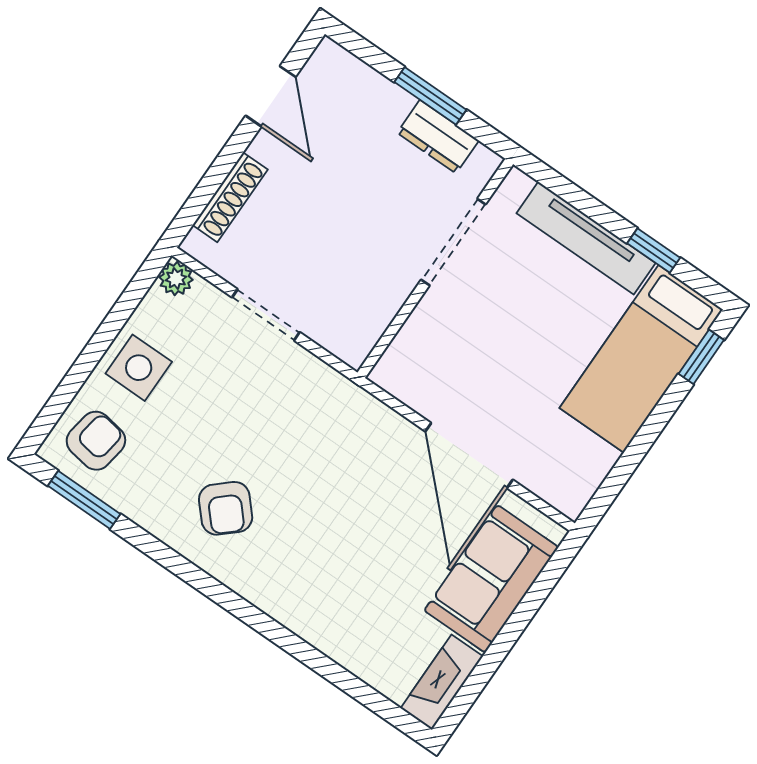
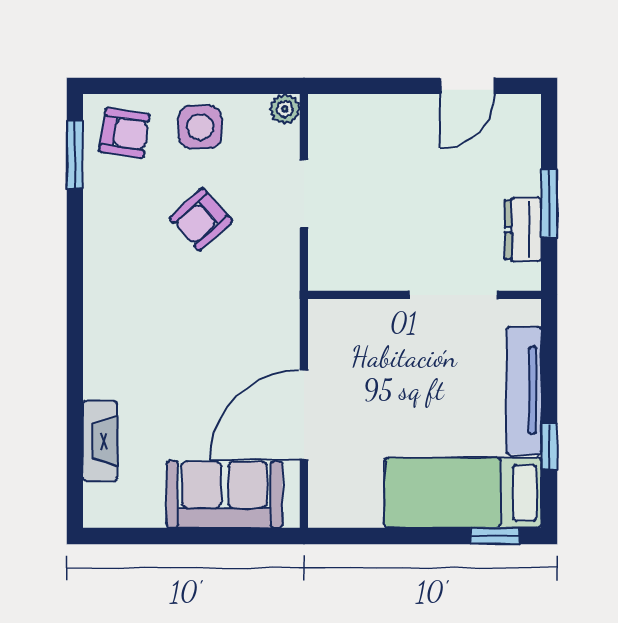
shoe rack: (230, 197) -> (372, 107), removed
armchair: (226, 508) -> (201, 219), moved
fireplace: (442, 682) -> (100, 441), moved, turned 90

